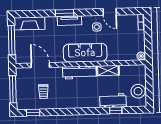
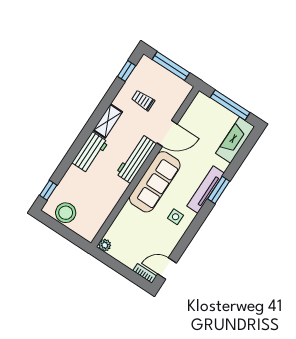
door: (110, 12) -> (167, 268), moved
tv unit: (69, 21) -> (206, 189), width x1.41
door: (40, 65) -> (167, 133), moved
shelving: (108, 70) -> (108, 121), moved
workbench: (113, 101) -> (90, 153), moved
window: (116, 110) -> (48, 190), moved

